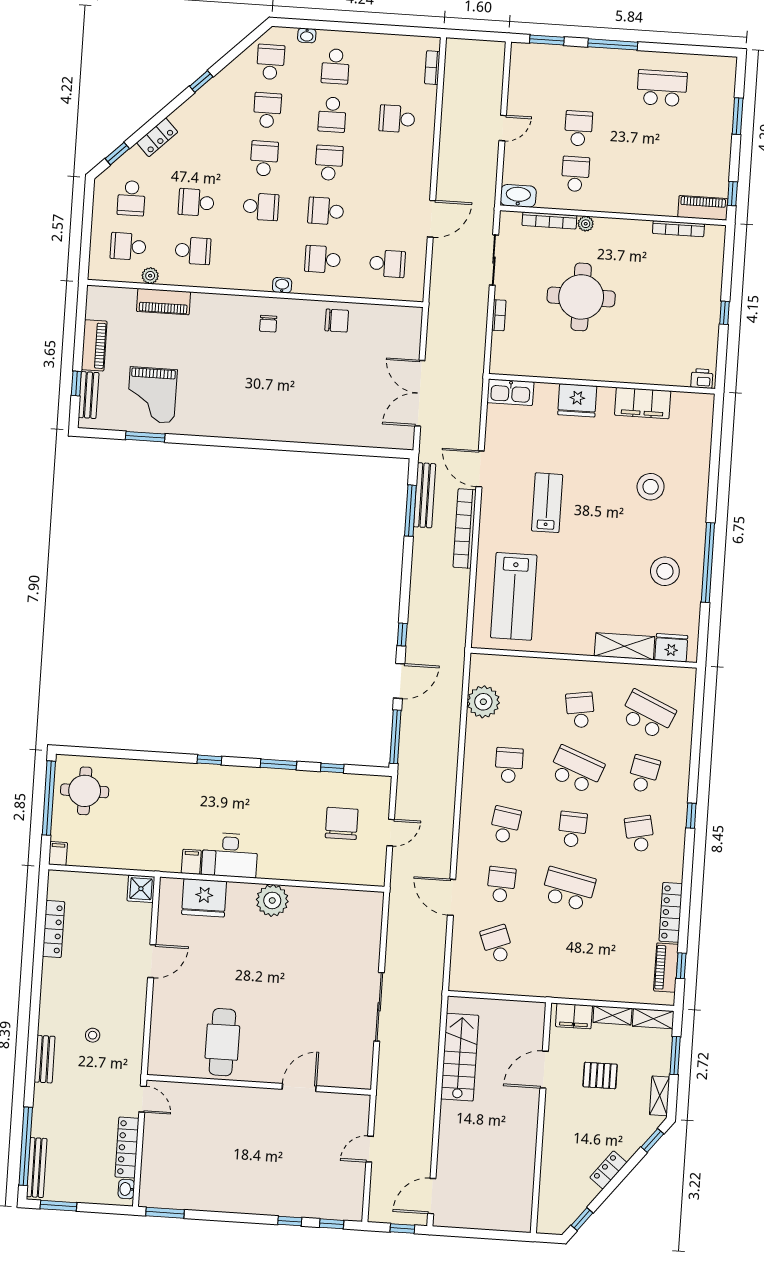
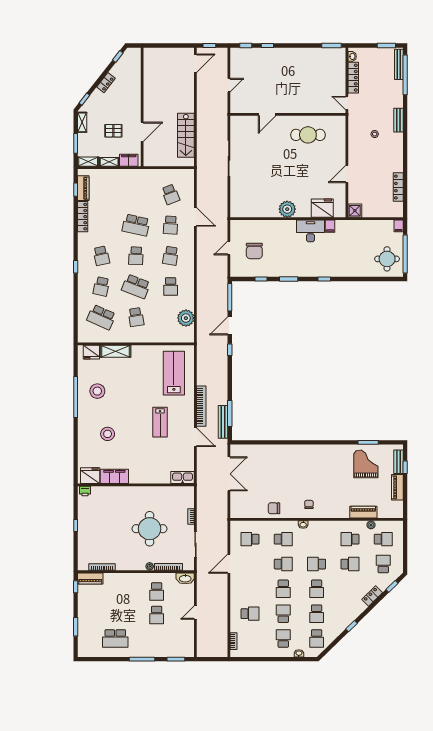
fridge: (577, 400) -> (90, 476), moved
cafe table: (222, 1042) -> (308, 135), turned 90

